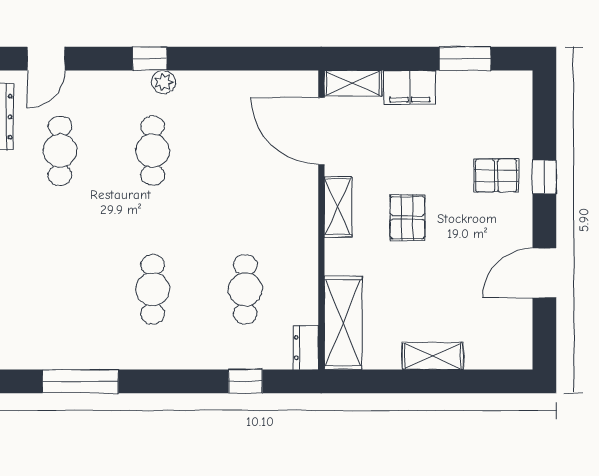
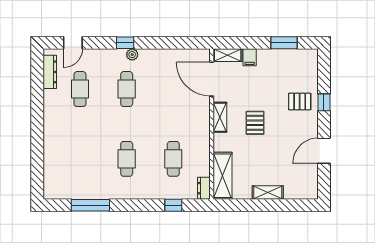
filing cabinet: (410, 88) -> (250, 57), width x0.50

